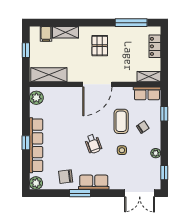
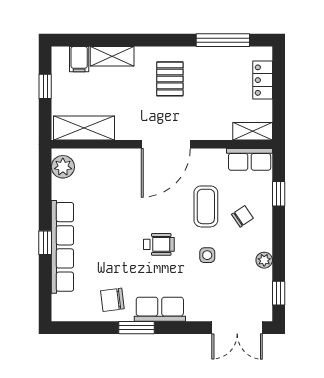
wheelchair: (93, 144) -> (159, 244), turned -70
plant: (36, 183) -> (62, 311), removed

